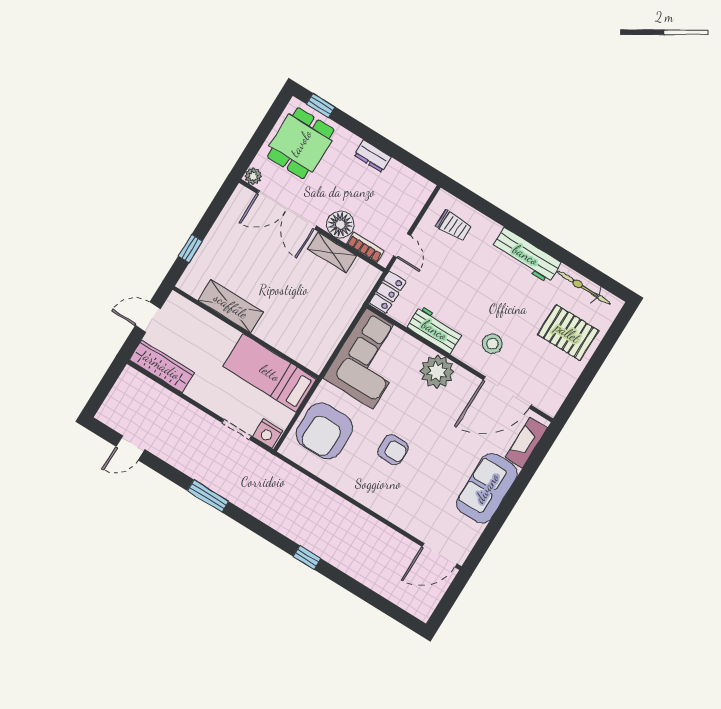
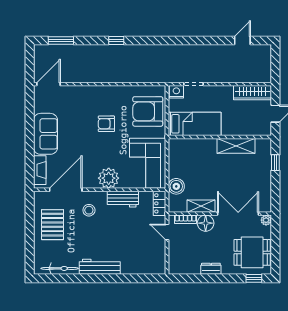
dining table: (301, 143) -> (252, 252), turned 90
trolley: (454, 226) -> (147, 259), removed
boiler: (349, 301) -> (176, 186), added
pallet: (568, 333) -> (52, 225), moved, turned 90
armchair: (324, 431) -> (148, 111), turned -90
window: (208, 496) -> (61, 41), moved

